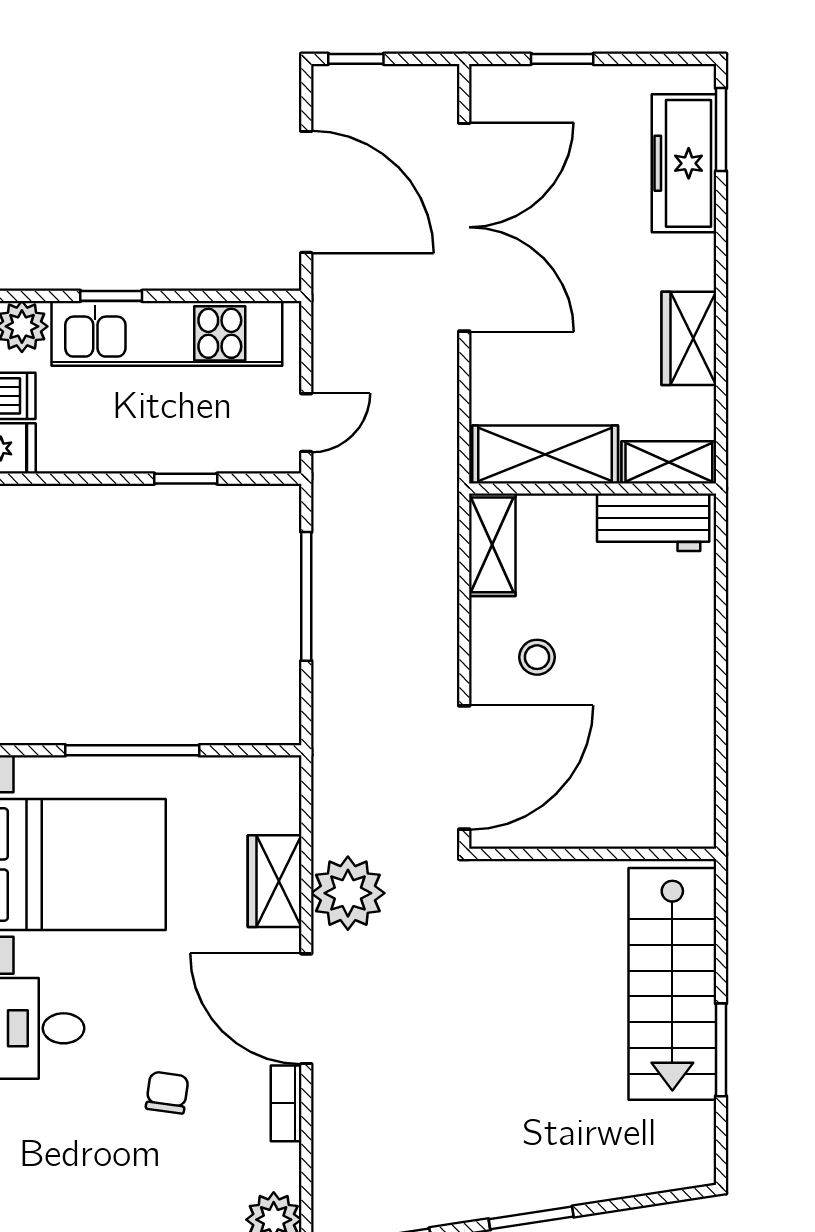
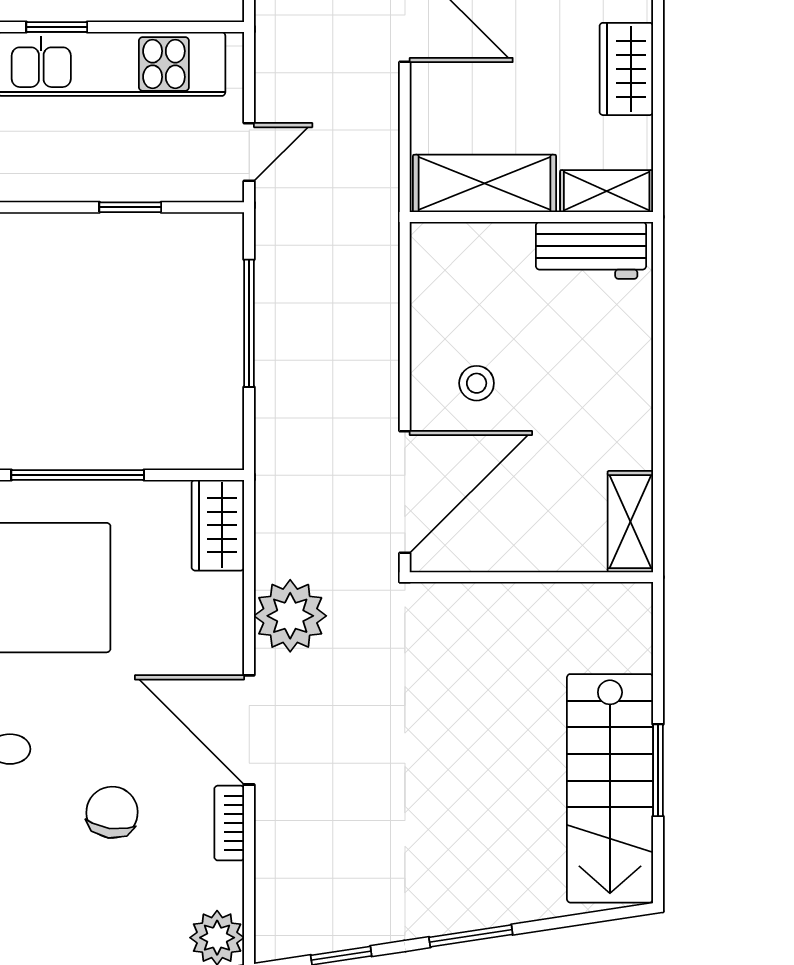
shelving: (492, 545) -> (630, 522), moved
wardrobe: (275, 881) -> (218, 525), moved
stairs: (672, 984) -> (610, 788), moved
chair: (167, 1093) -> (112, 812), width x1.37, depth x1.37

